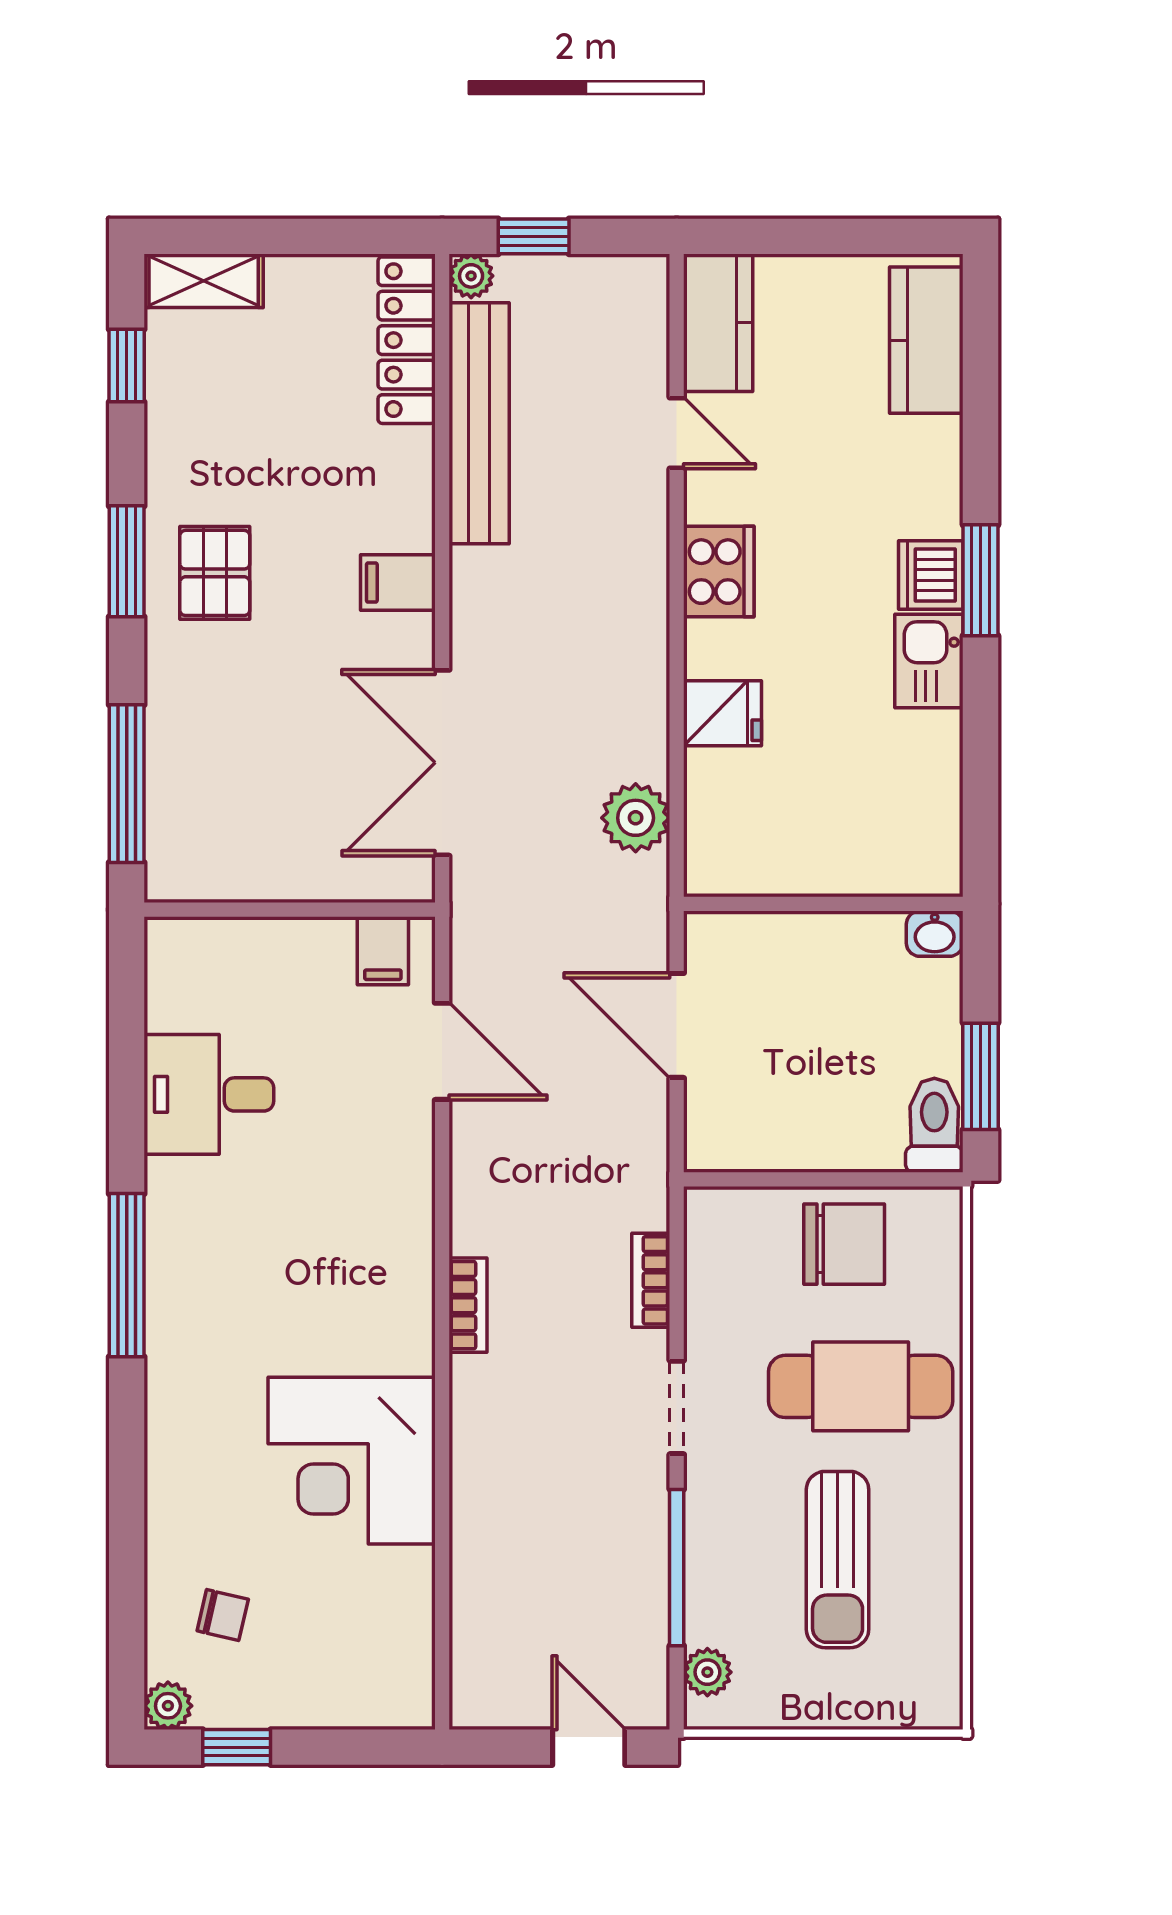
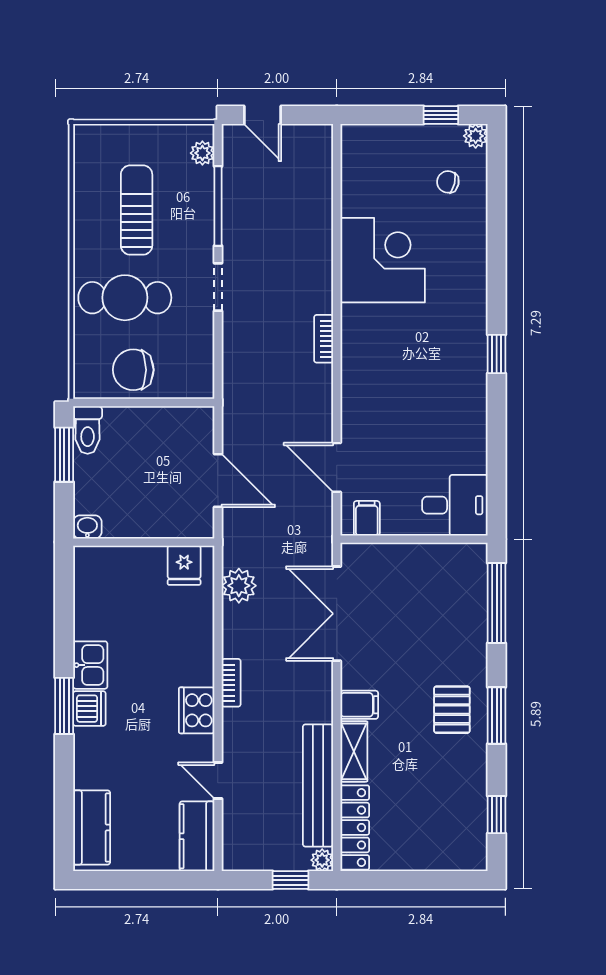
shelving: (204, 281) -> (354, 751), moved, turned 90
fridge: (723, 713) -> (184, 565), moved, turned -90
double door: (442, 763) -> (337, 614), swing flipped
desk: (209, 1094) -> (455, 505), moved
window: (127, 1275) -> (497, 354), width x0.46
bookcase: (651, 1280) -> (231, 683), moved

